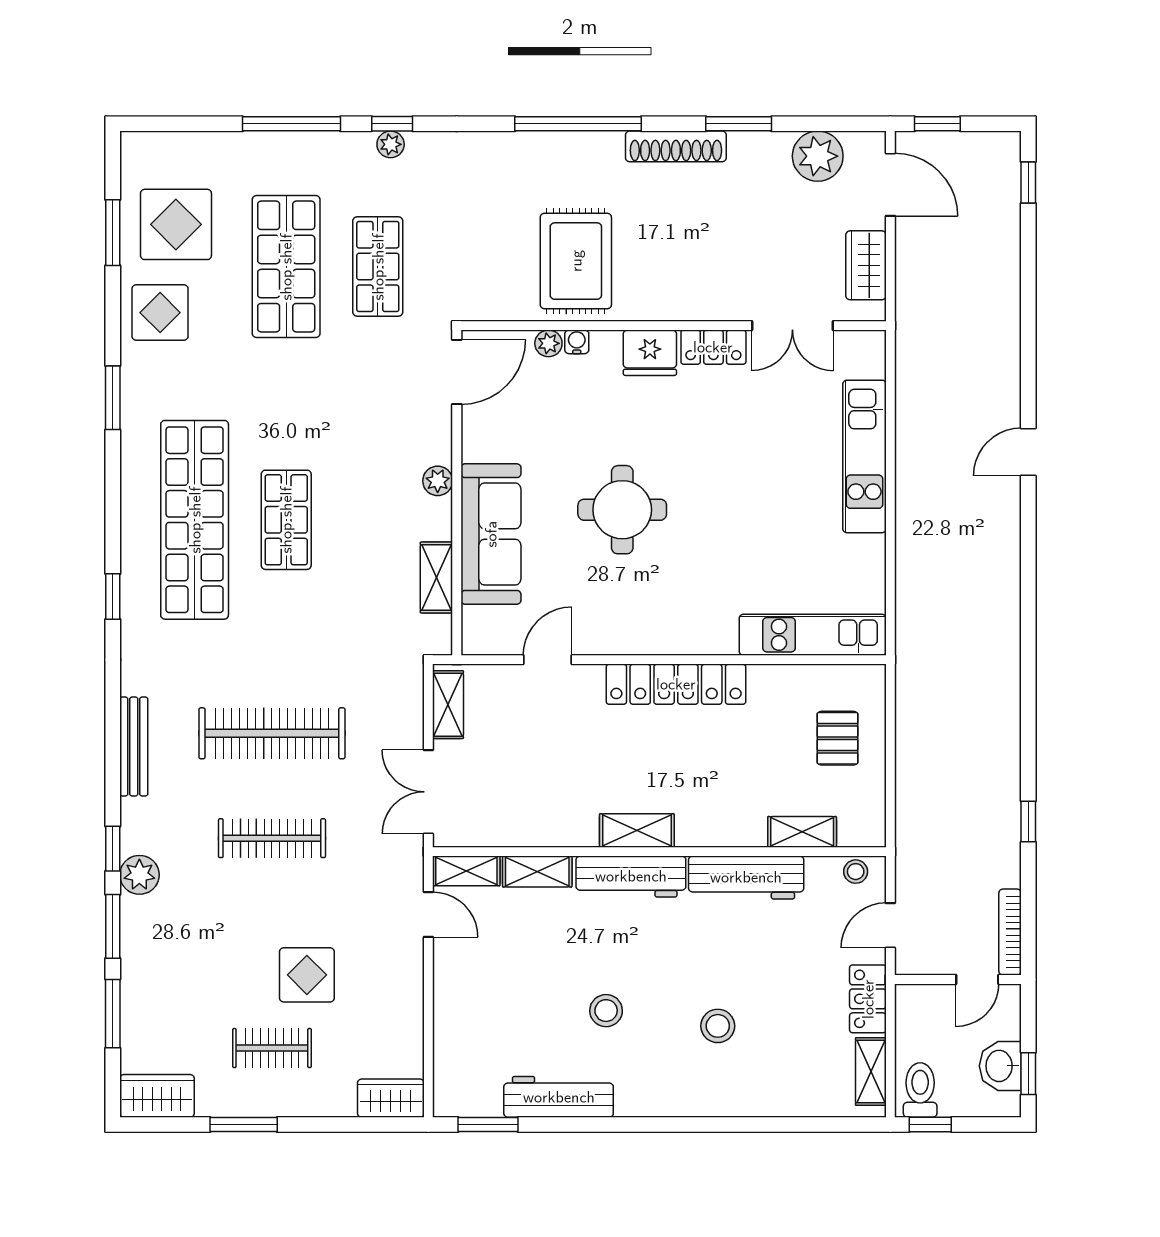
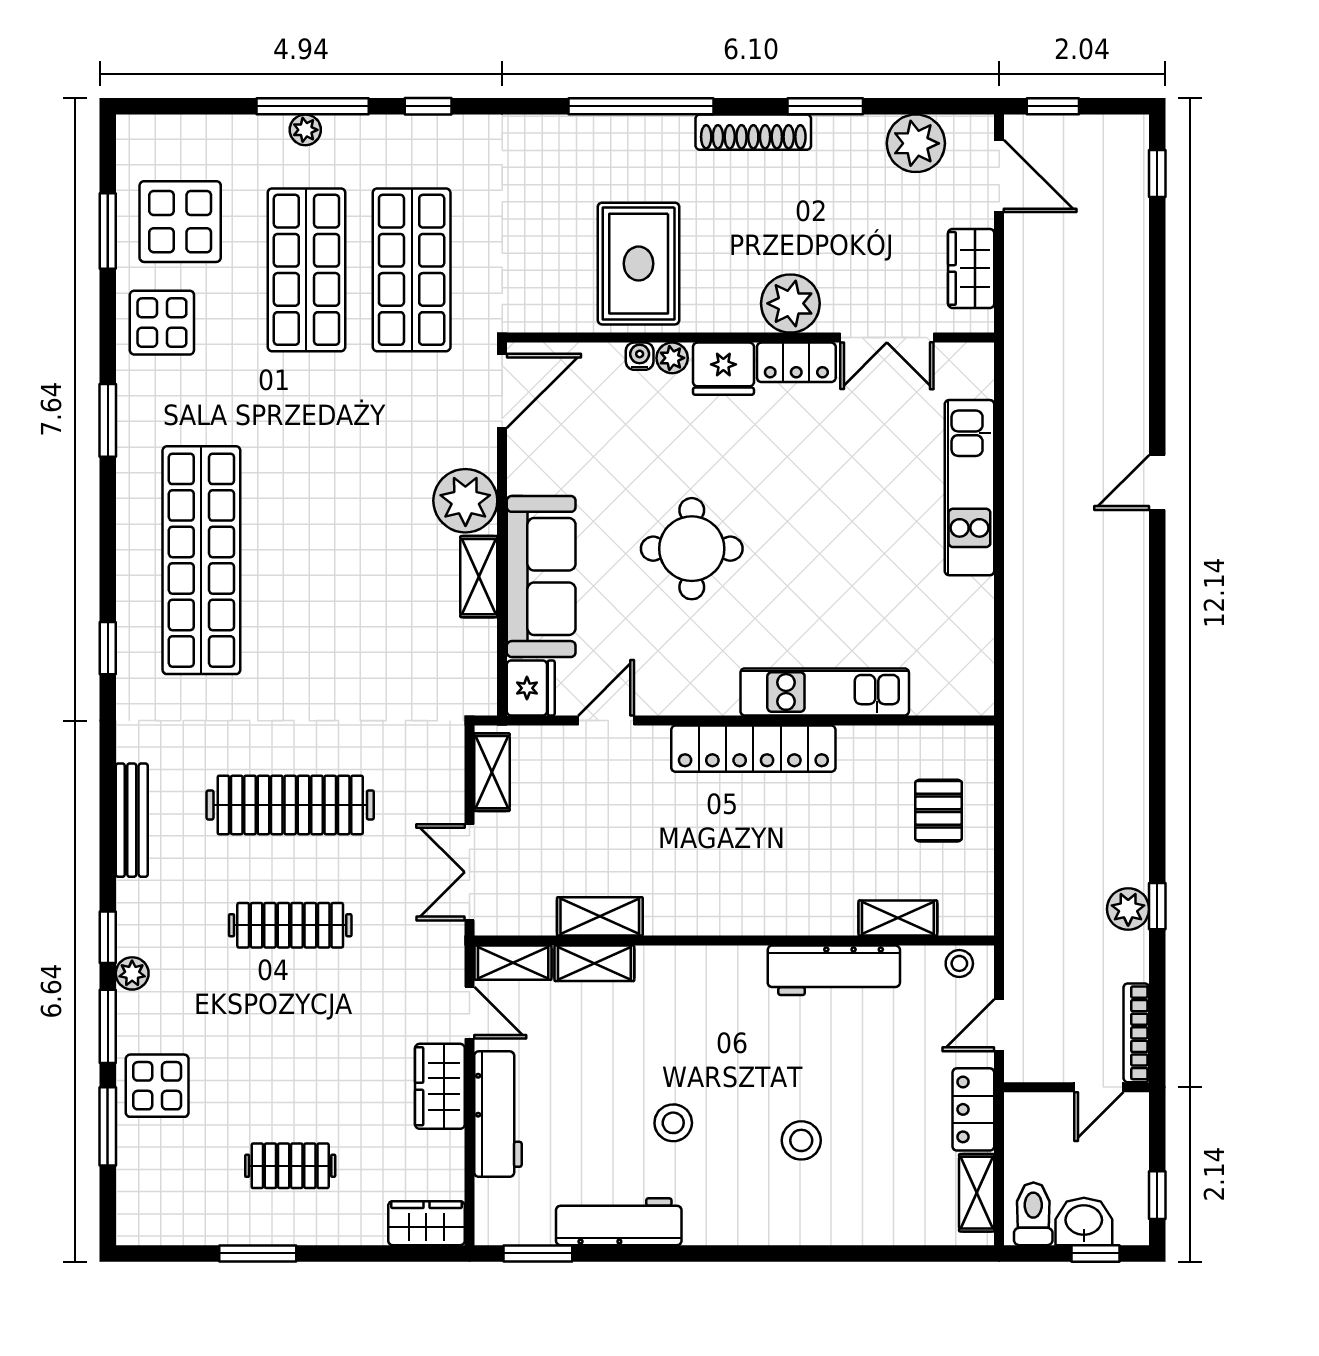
plant: (391, 144) -> (305, 130), moved
shop shelf: (378, 267) -> (412, 270), width x1.43, depth x1.36
plant: (708, 296) -> (790, 303), added
plant: (548, 343) -> (672, 358), moved
plant: (438, 481) -> (465, 501), width x1.88, depth x1.88
shop shelf: (286, 520) -> (306, 560), removed
shelving: (436, 578) -> (479, 577), moved
fridge: (482, 631) -> (531, 688), added
kitchen unit: (813, 635) -> (825, 692), moved
plant: (1003, 824) -> (1128, 909), added
shelving: (637, 831) -> (600, 916), moved
plant: (139, 875) -> (132, 973), width x0.73, depth x0.73
workbench: (631, 876) -> (498, 1114), moved, turned -90
display table: (307, 975) -> (157, 1086), moved
washbasin: (1000, 1066) -> (1084, 1221), moved, turned 90
wardrobe: (157, 1096) -> (440, 1086), moved, turned -90
window: (930, 1124) -> (1096, 1253), moved

